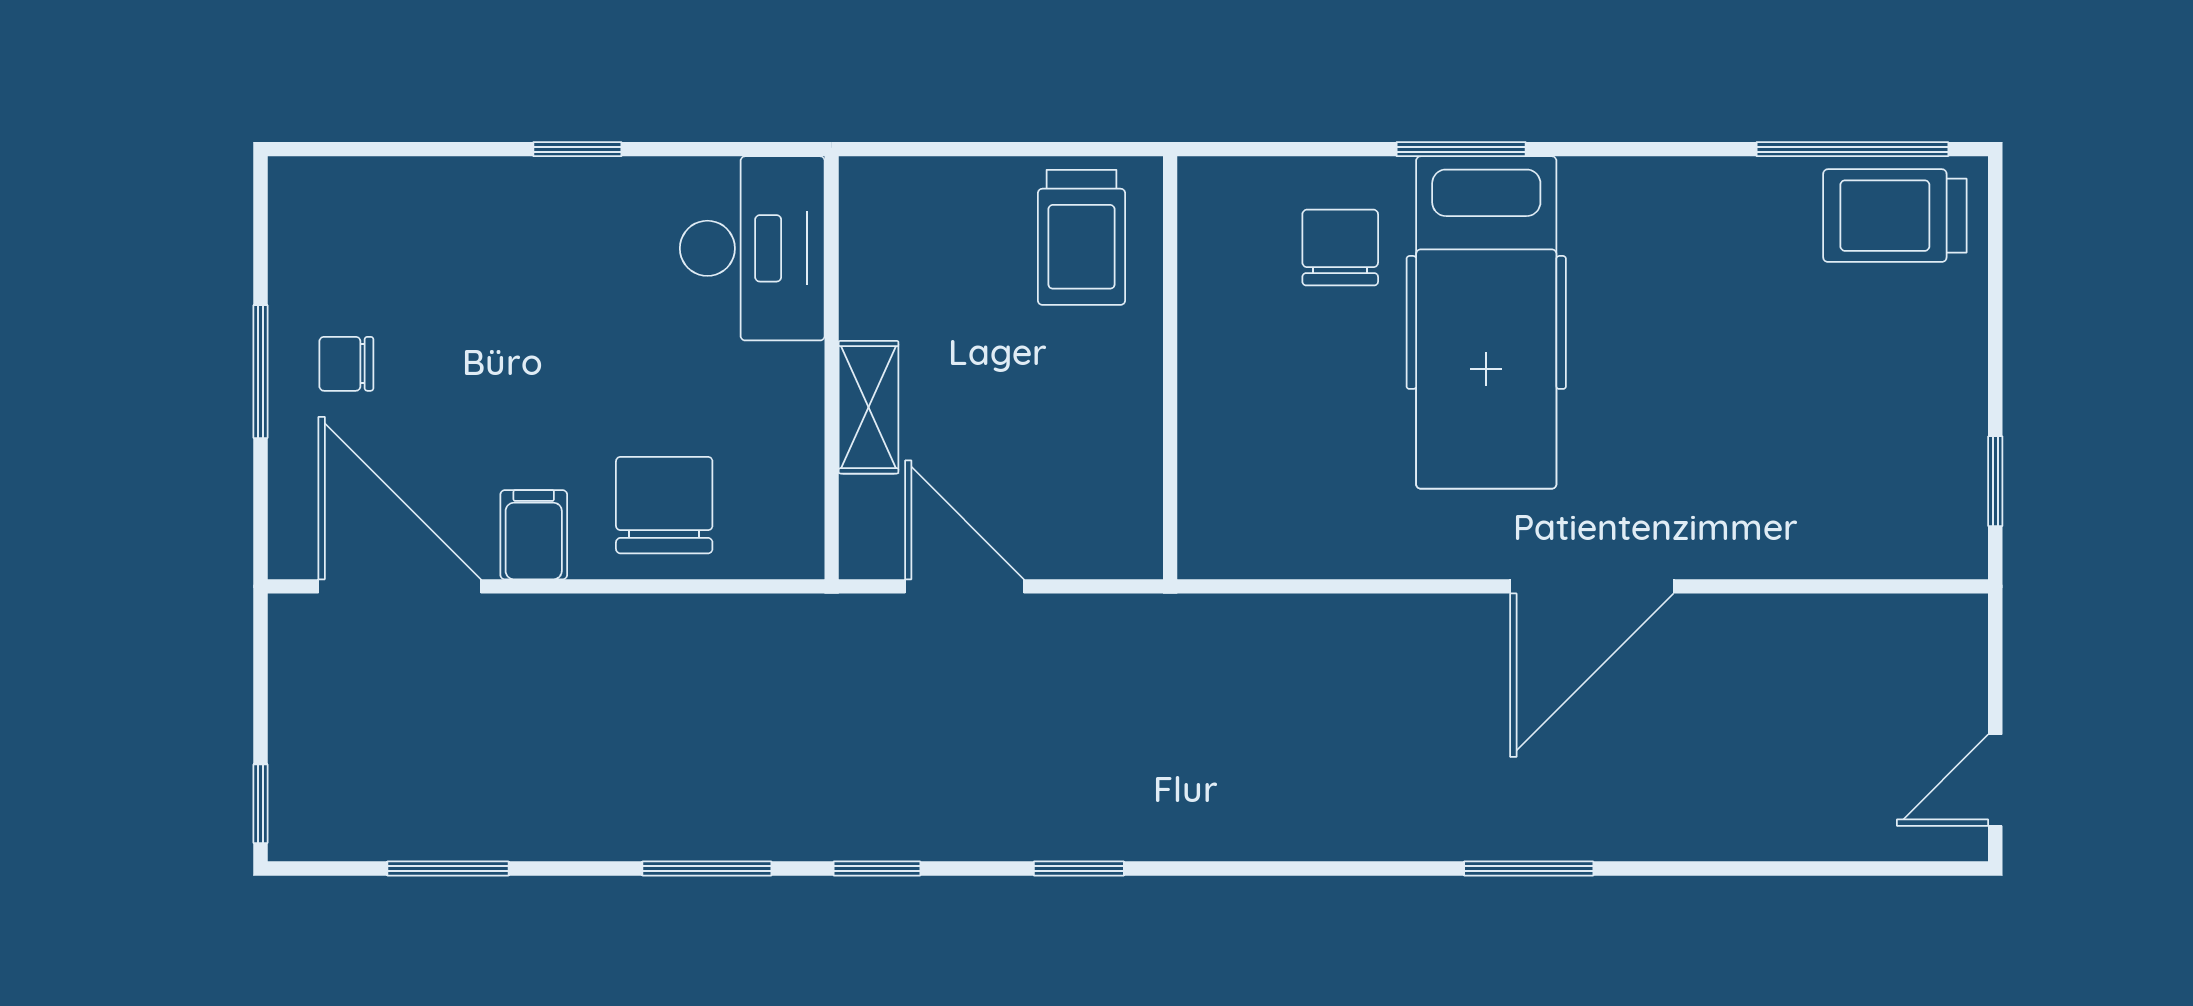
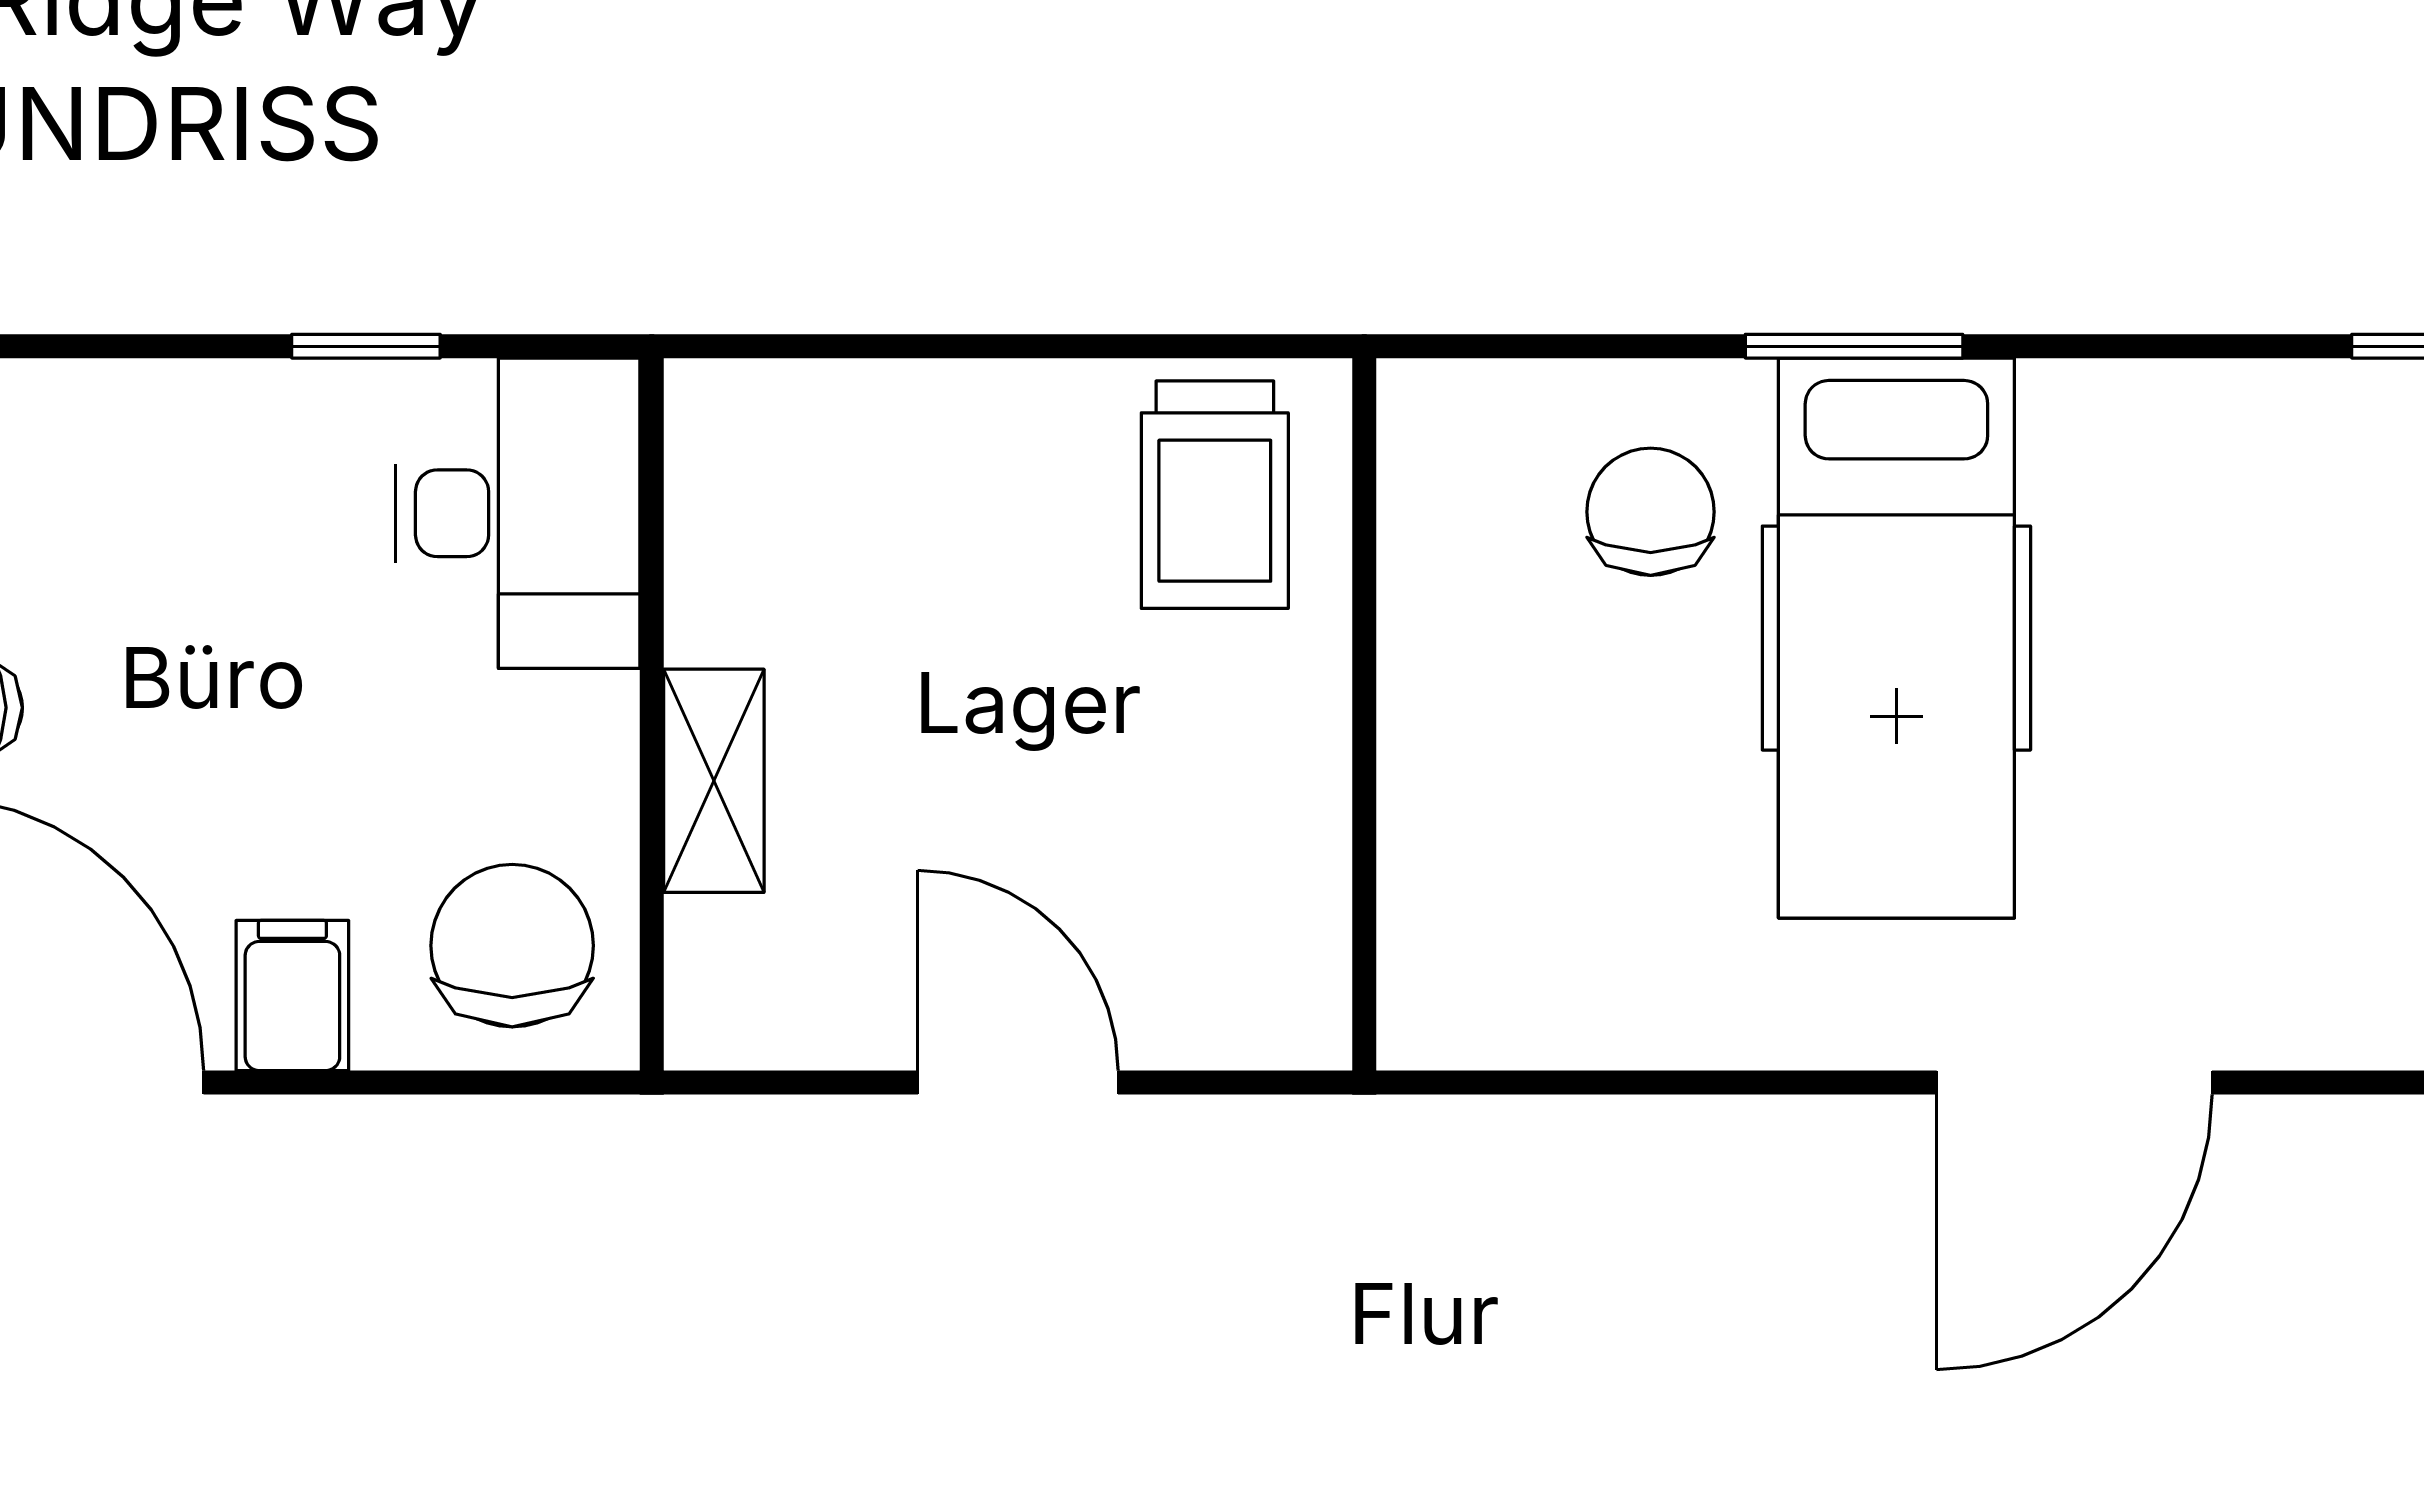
desk: (752, 248) -> (518, 513), moved
wall: (832, 368) -> (652, 714), moved
shelving: (869, 407) -> (714, 781), moved

